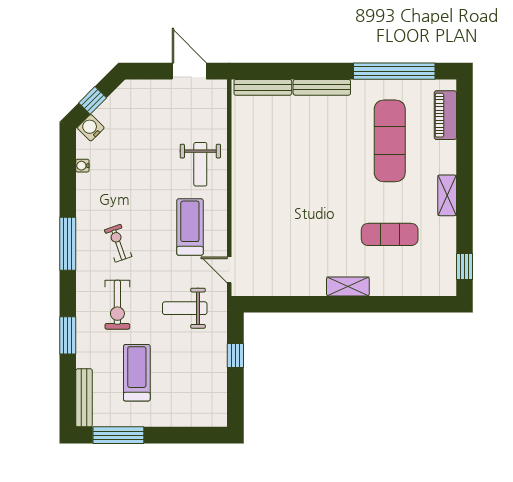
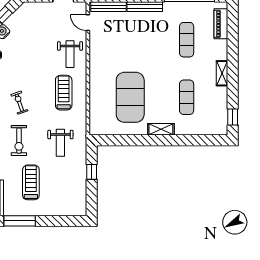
exercise mat: (390, 141) -> (187, 40), width x0.73, depth x0.69
exercise mat: (298, 234) -> (130, 97), added
exercise mat: (390, 234) -> (187, 97), turned 90
door: (229, 270) -> (88, 23), moved
weight bench: (185, 308) -> (60, 143), turned -90

